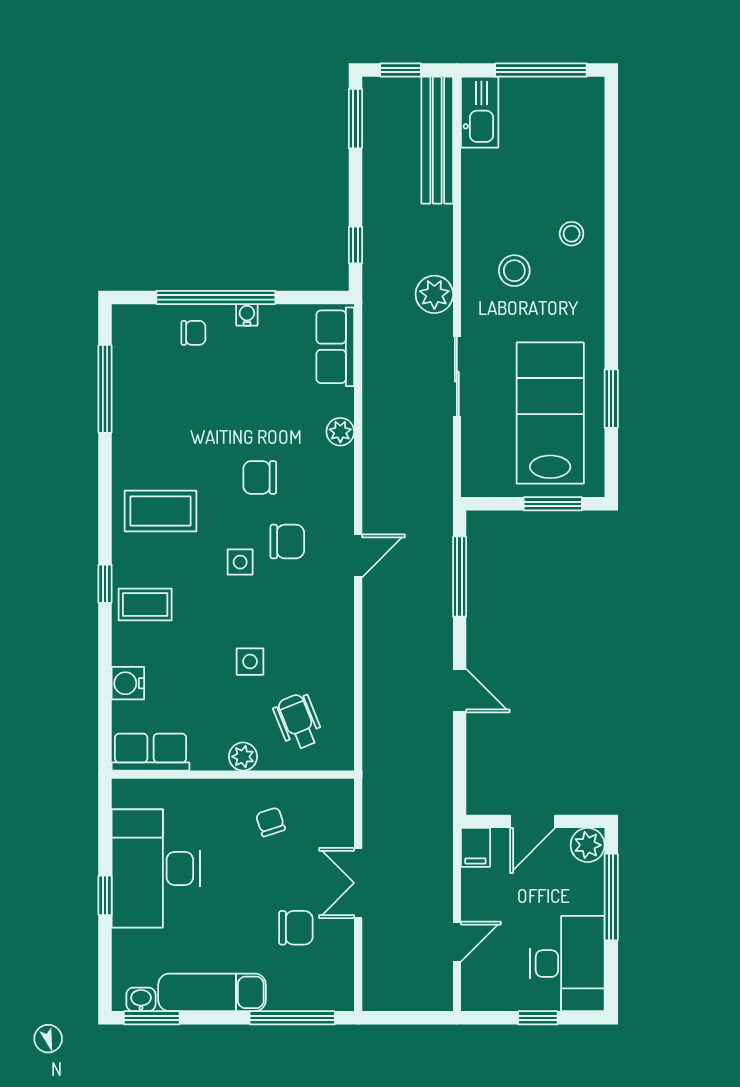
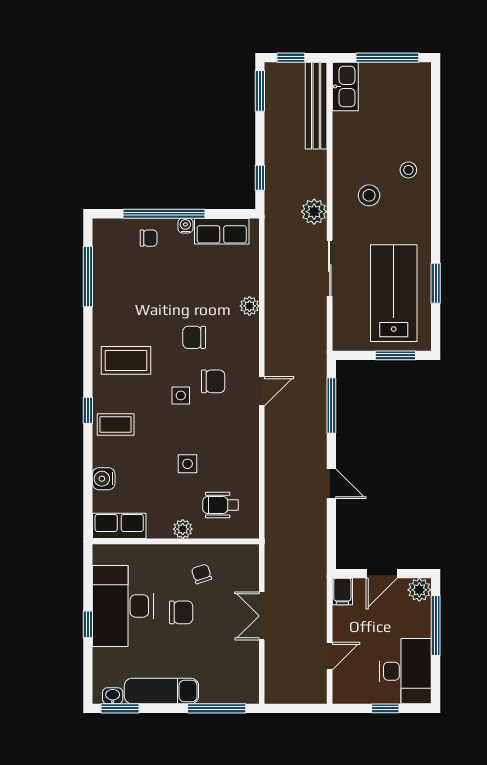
row of seats: (335, 347) -> (222, 231), moved, turned -90
wheelchair: (298, 722) -> (221, 505), turned -68
chair: (296, 928) -> (181, 612), moved

